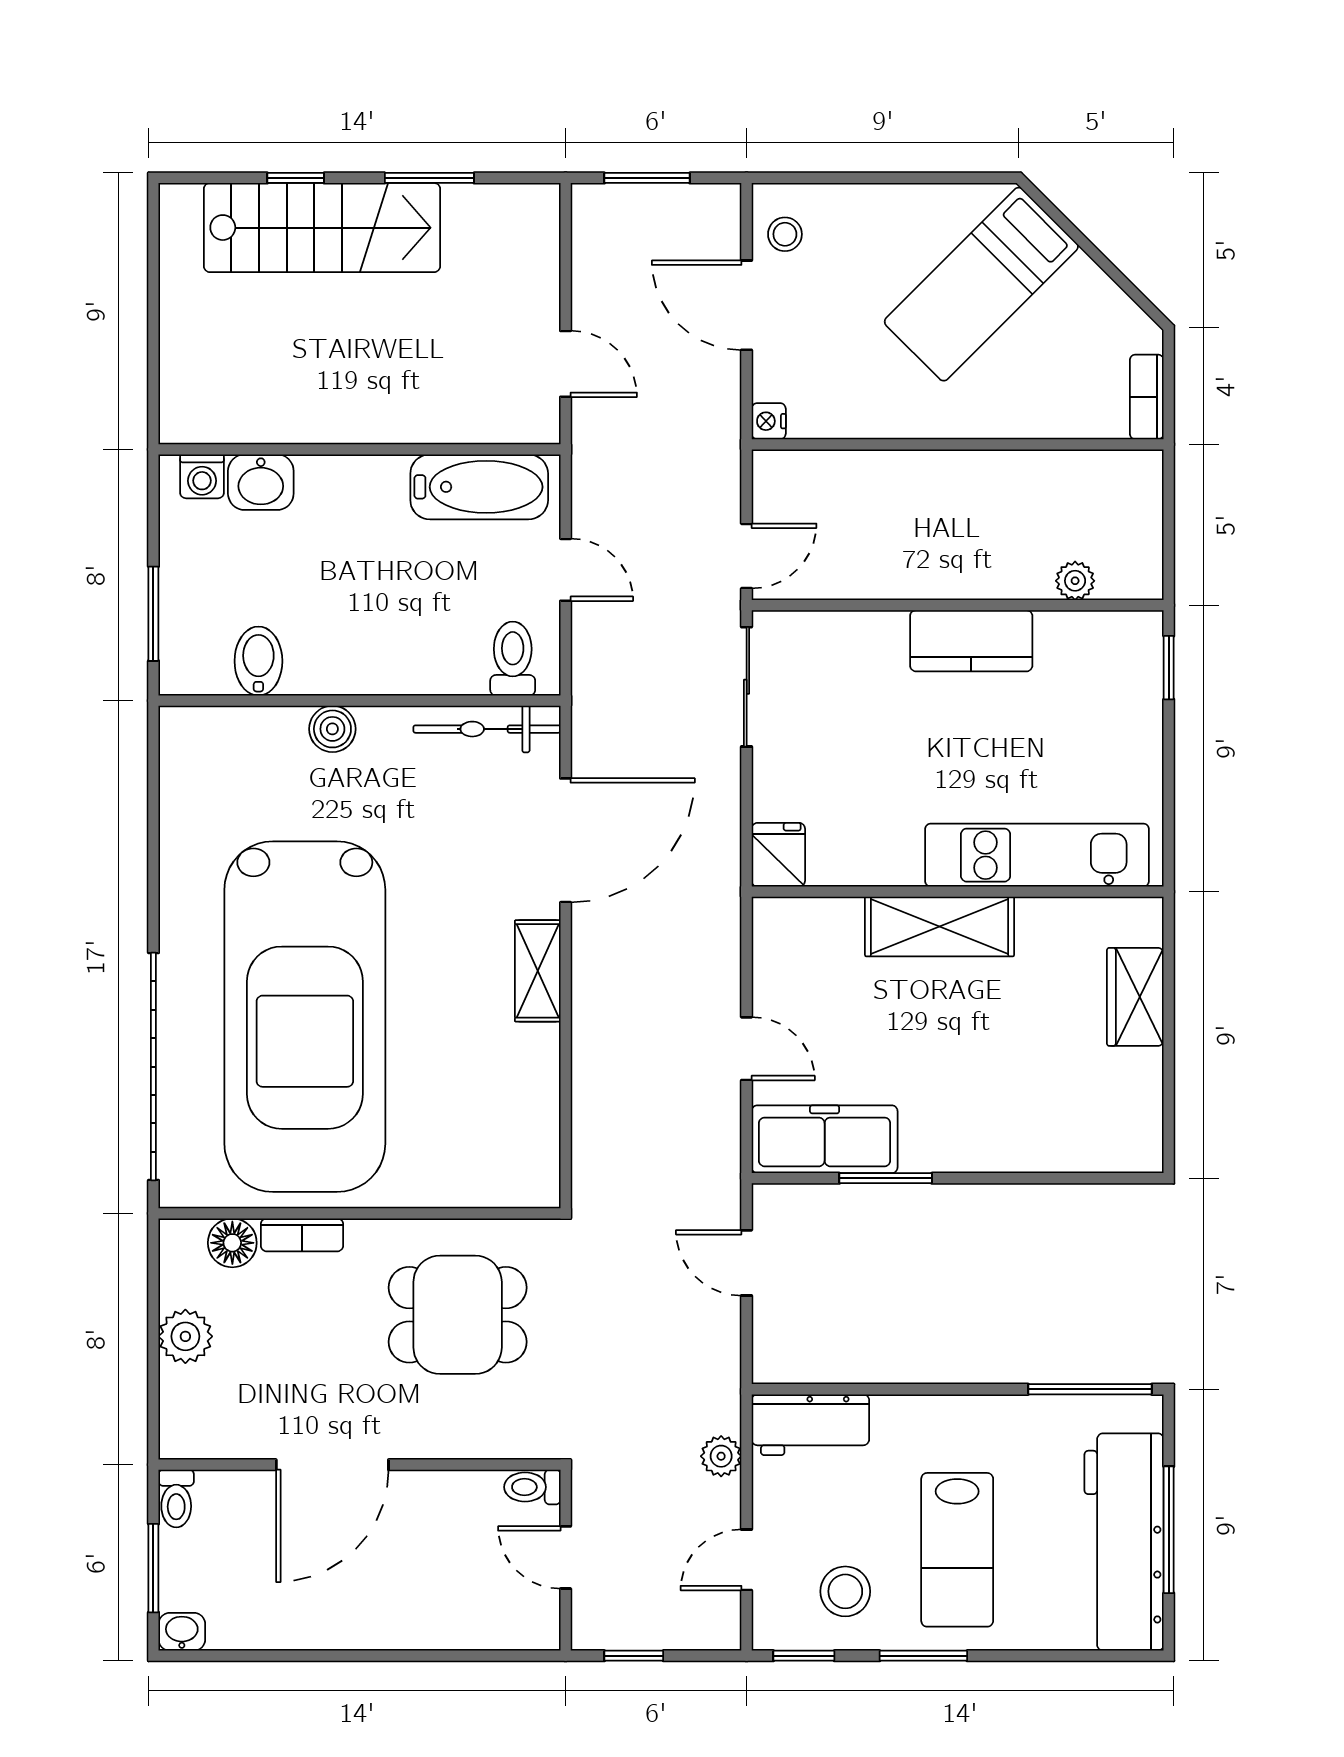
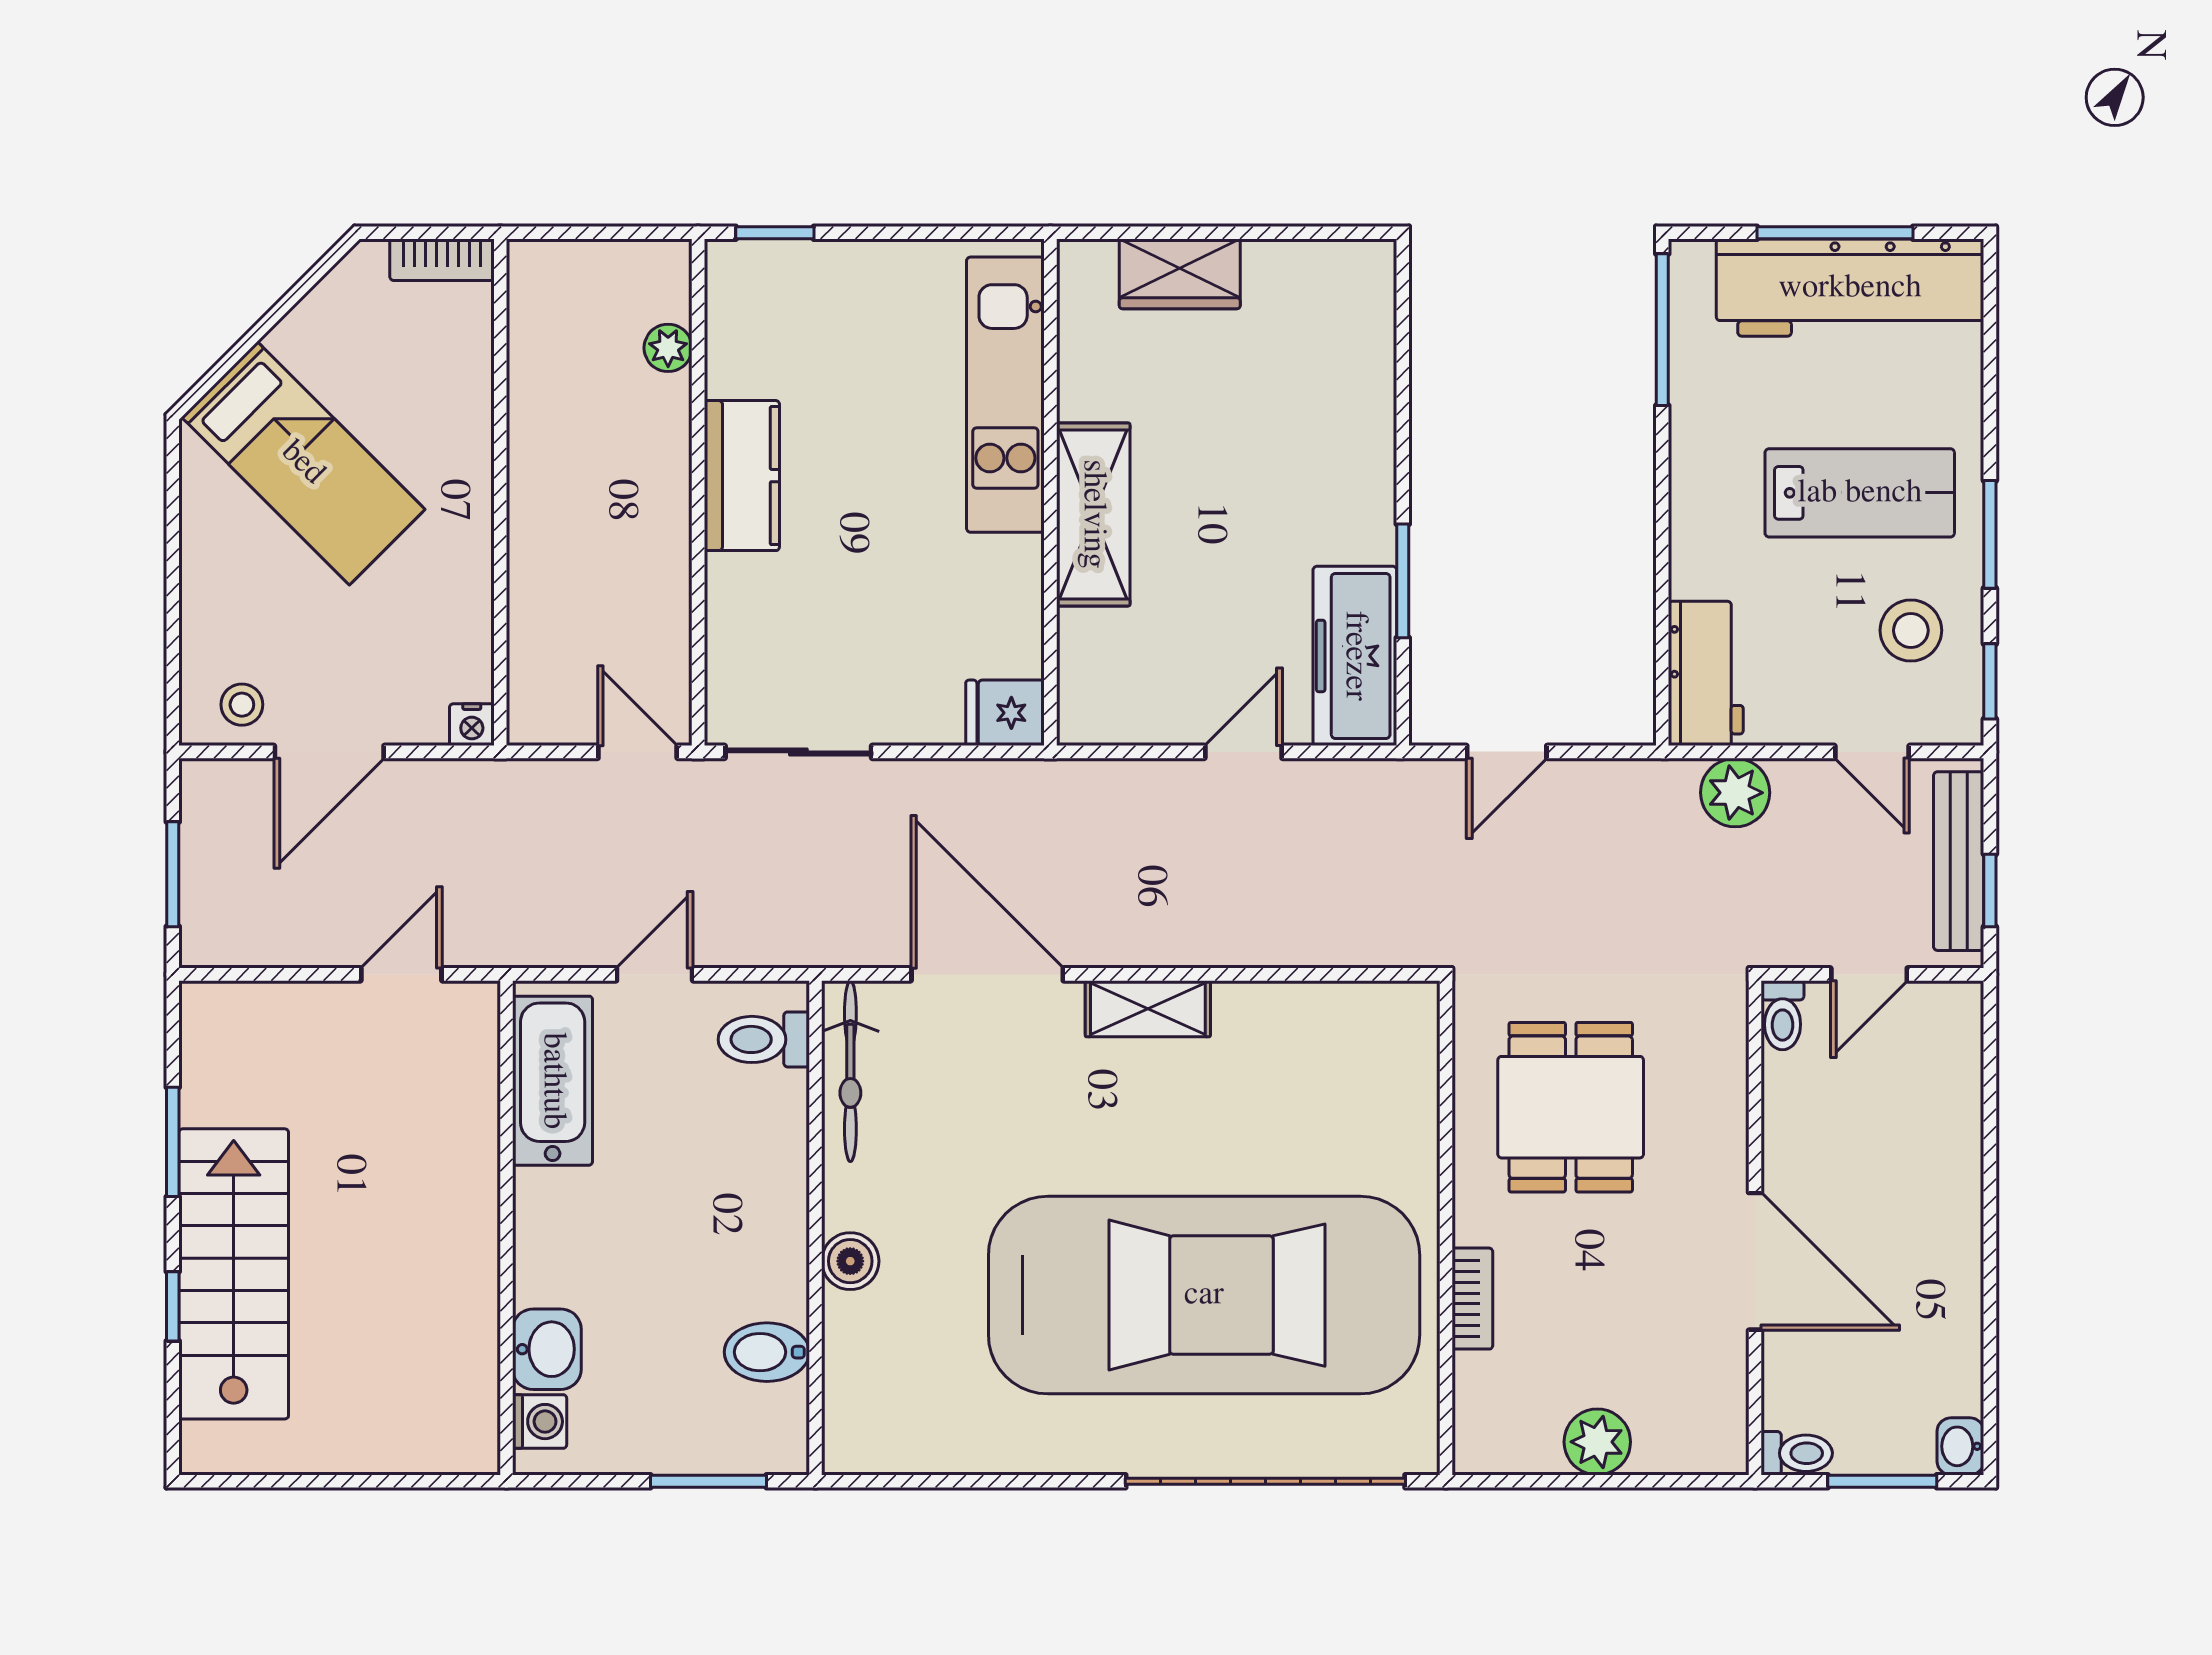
floor lamp: (232, 1243) -> (1482, 1384), removed
plant: (721, 1456) -> (1735, 793), width x1.38, depth x1.38
bench: (658, 1630) -> (1959, 861), added

